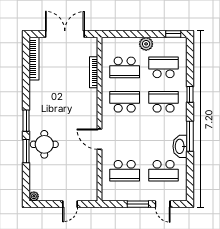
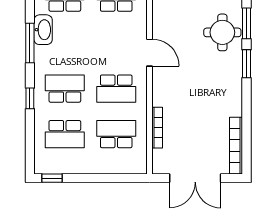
plant: (146, 44) -> (88, 165), removed
school desk: (164, 102) -> (65, 89), turned 180
door: (99, 139) -> (150, 53), moved

